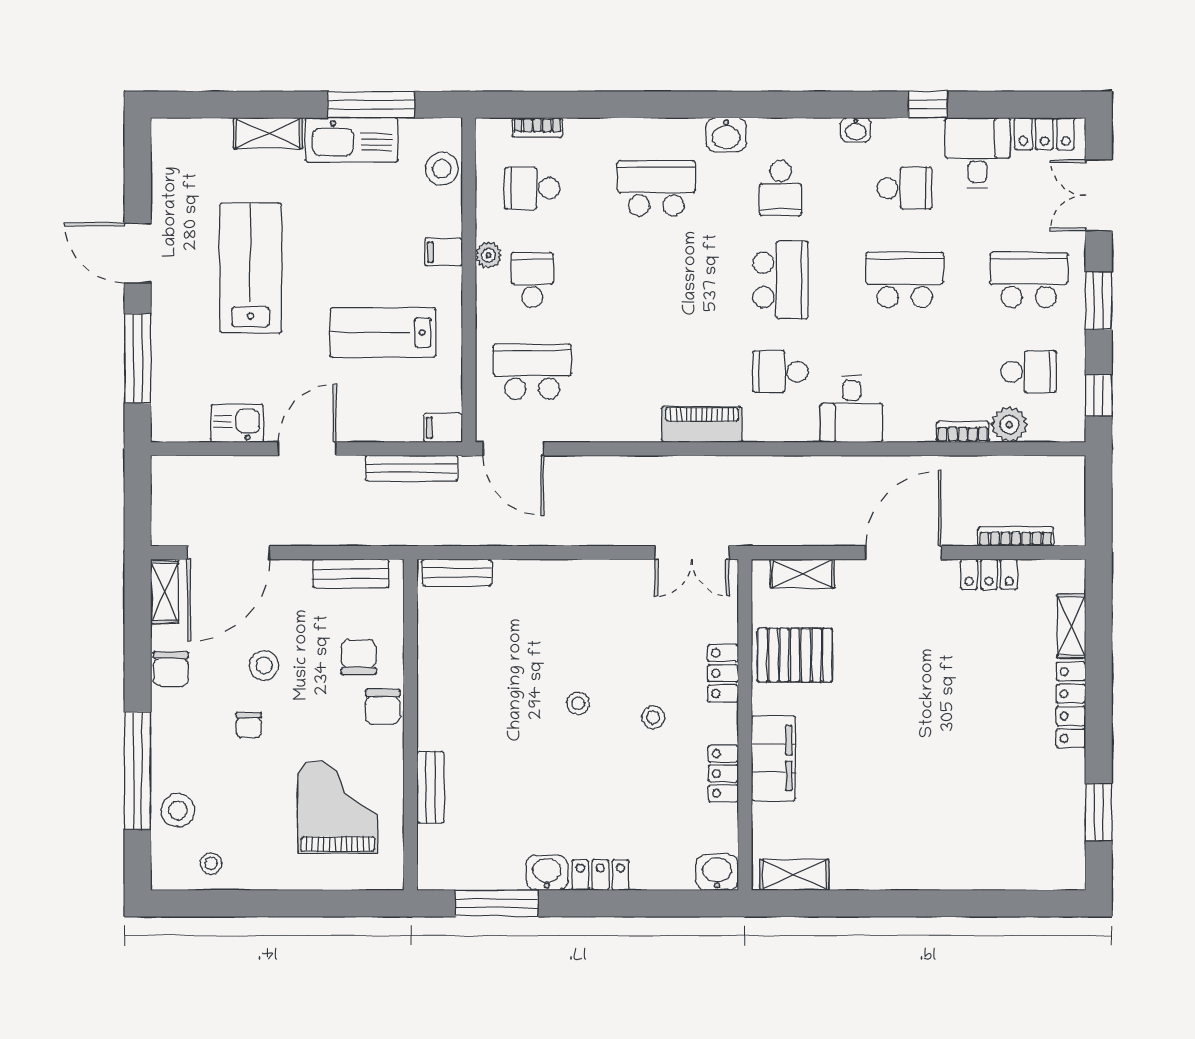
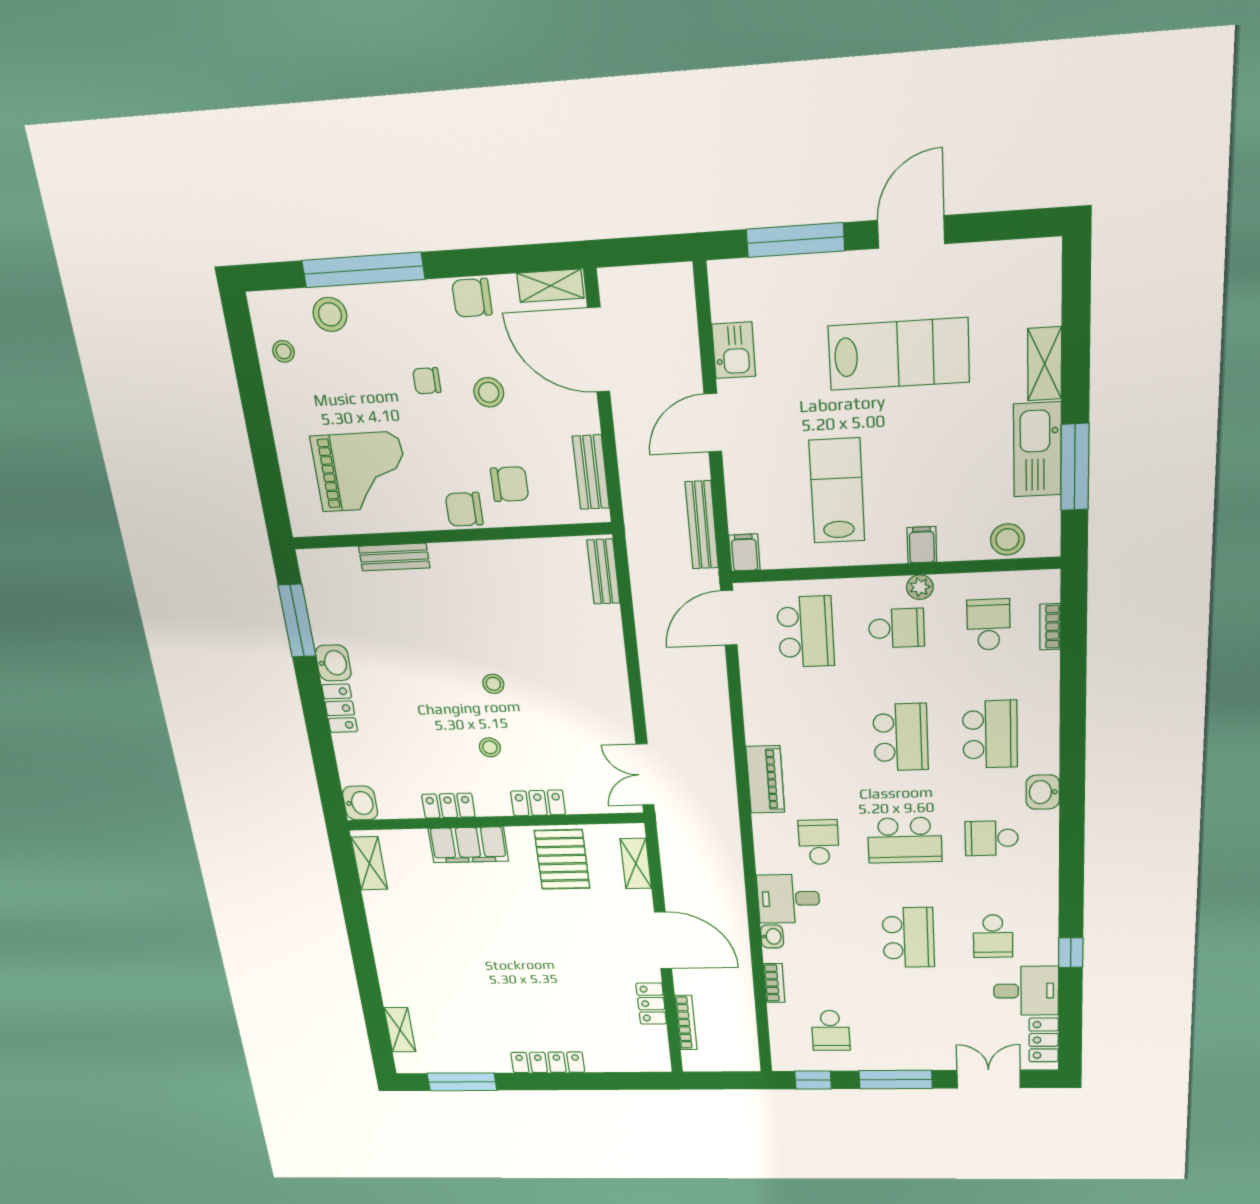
washbasin: (856, 130) -> (772, 936), moved, turned 180
school desk: (1029, 280) -> (901, 737), moved
window: (1099, 301) -> (896, 1080), width x1.44
plant: (1009, 425) -> (783, 1017), removed
door: (307, 449) -> (713, 423), swing flipped
shelving: (1071, 626) -> (400, 1030), moved, turned 90
window: (1099, 812) -> (462, 1082), width x1.44

